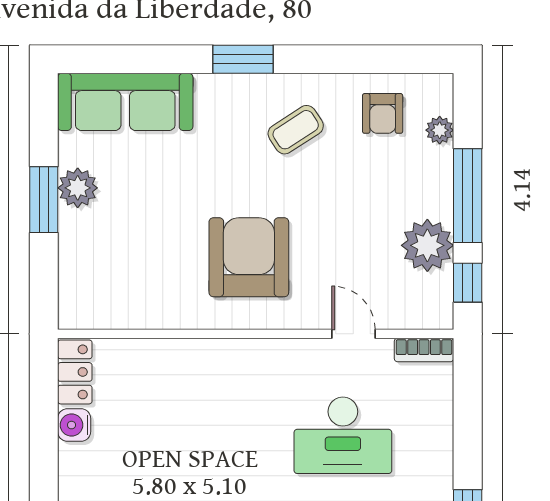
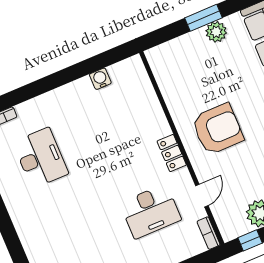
locker: (75, 372) -> (172, 153), moved, turned 90
desk: (343, 435) -> (150, 211), turned -90

